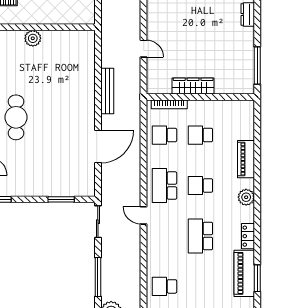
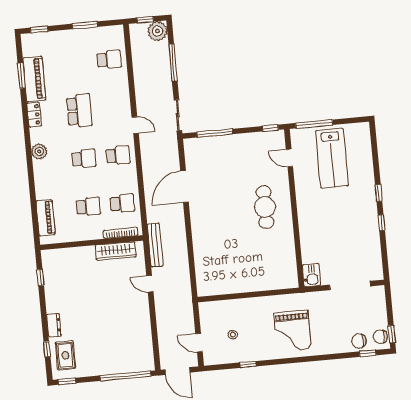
plant: (33, 38) -> (256, 284), removed
window: (257, 66) -> (40, 278), width x0.46
wardrobe: (193, 86) -> (116, 251), moved
bench: (107, 91) -> (155, 245), moved
piano: (246, 159) -> (45, 218), moved
school desk: (164, 186) -> (118, 155), width x0.54
window: (61, 199) -> (215, 133), width x1.44

